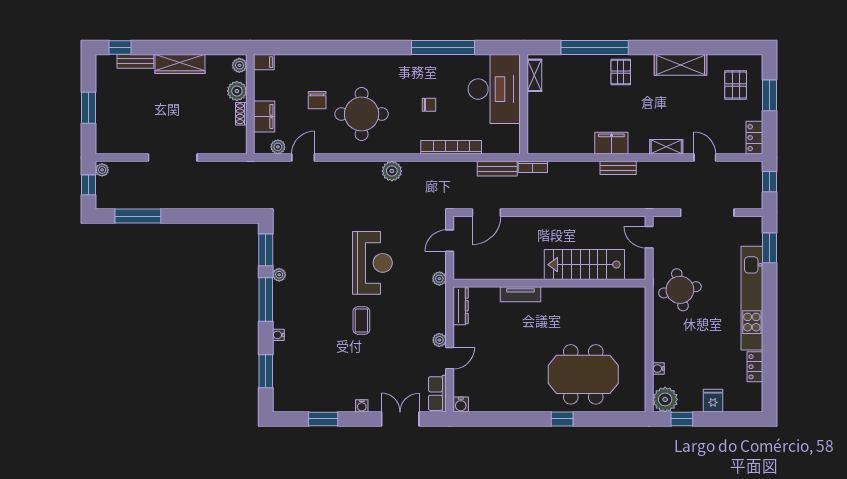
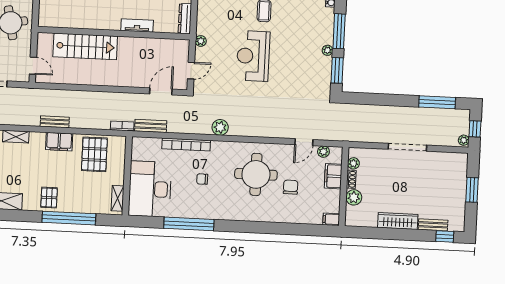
plant: (239, 65) -> (353, 163), moved
pallet: (566, 129) -> (94, 154), added
plant: (392, 171) -> (220, 127), moved

